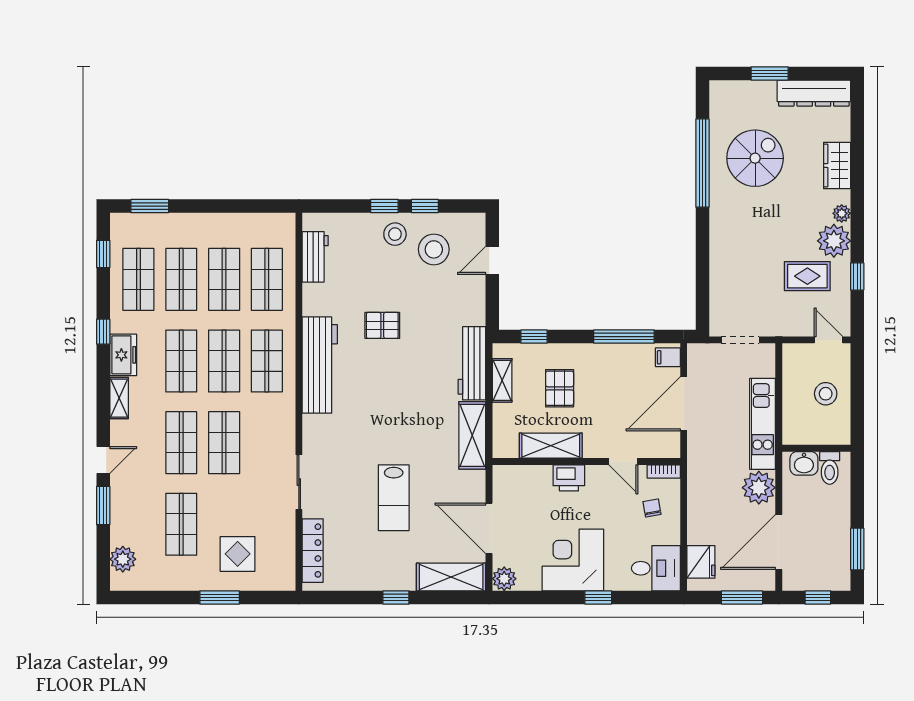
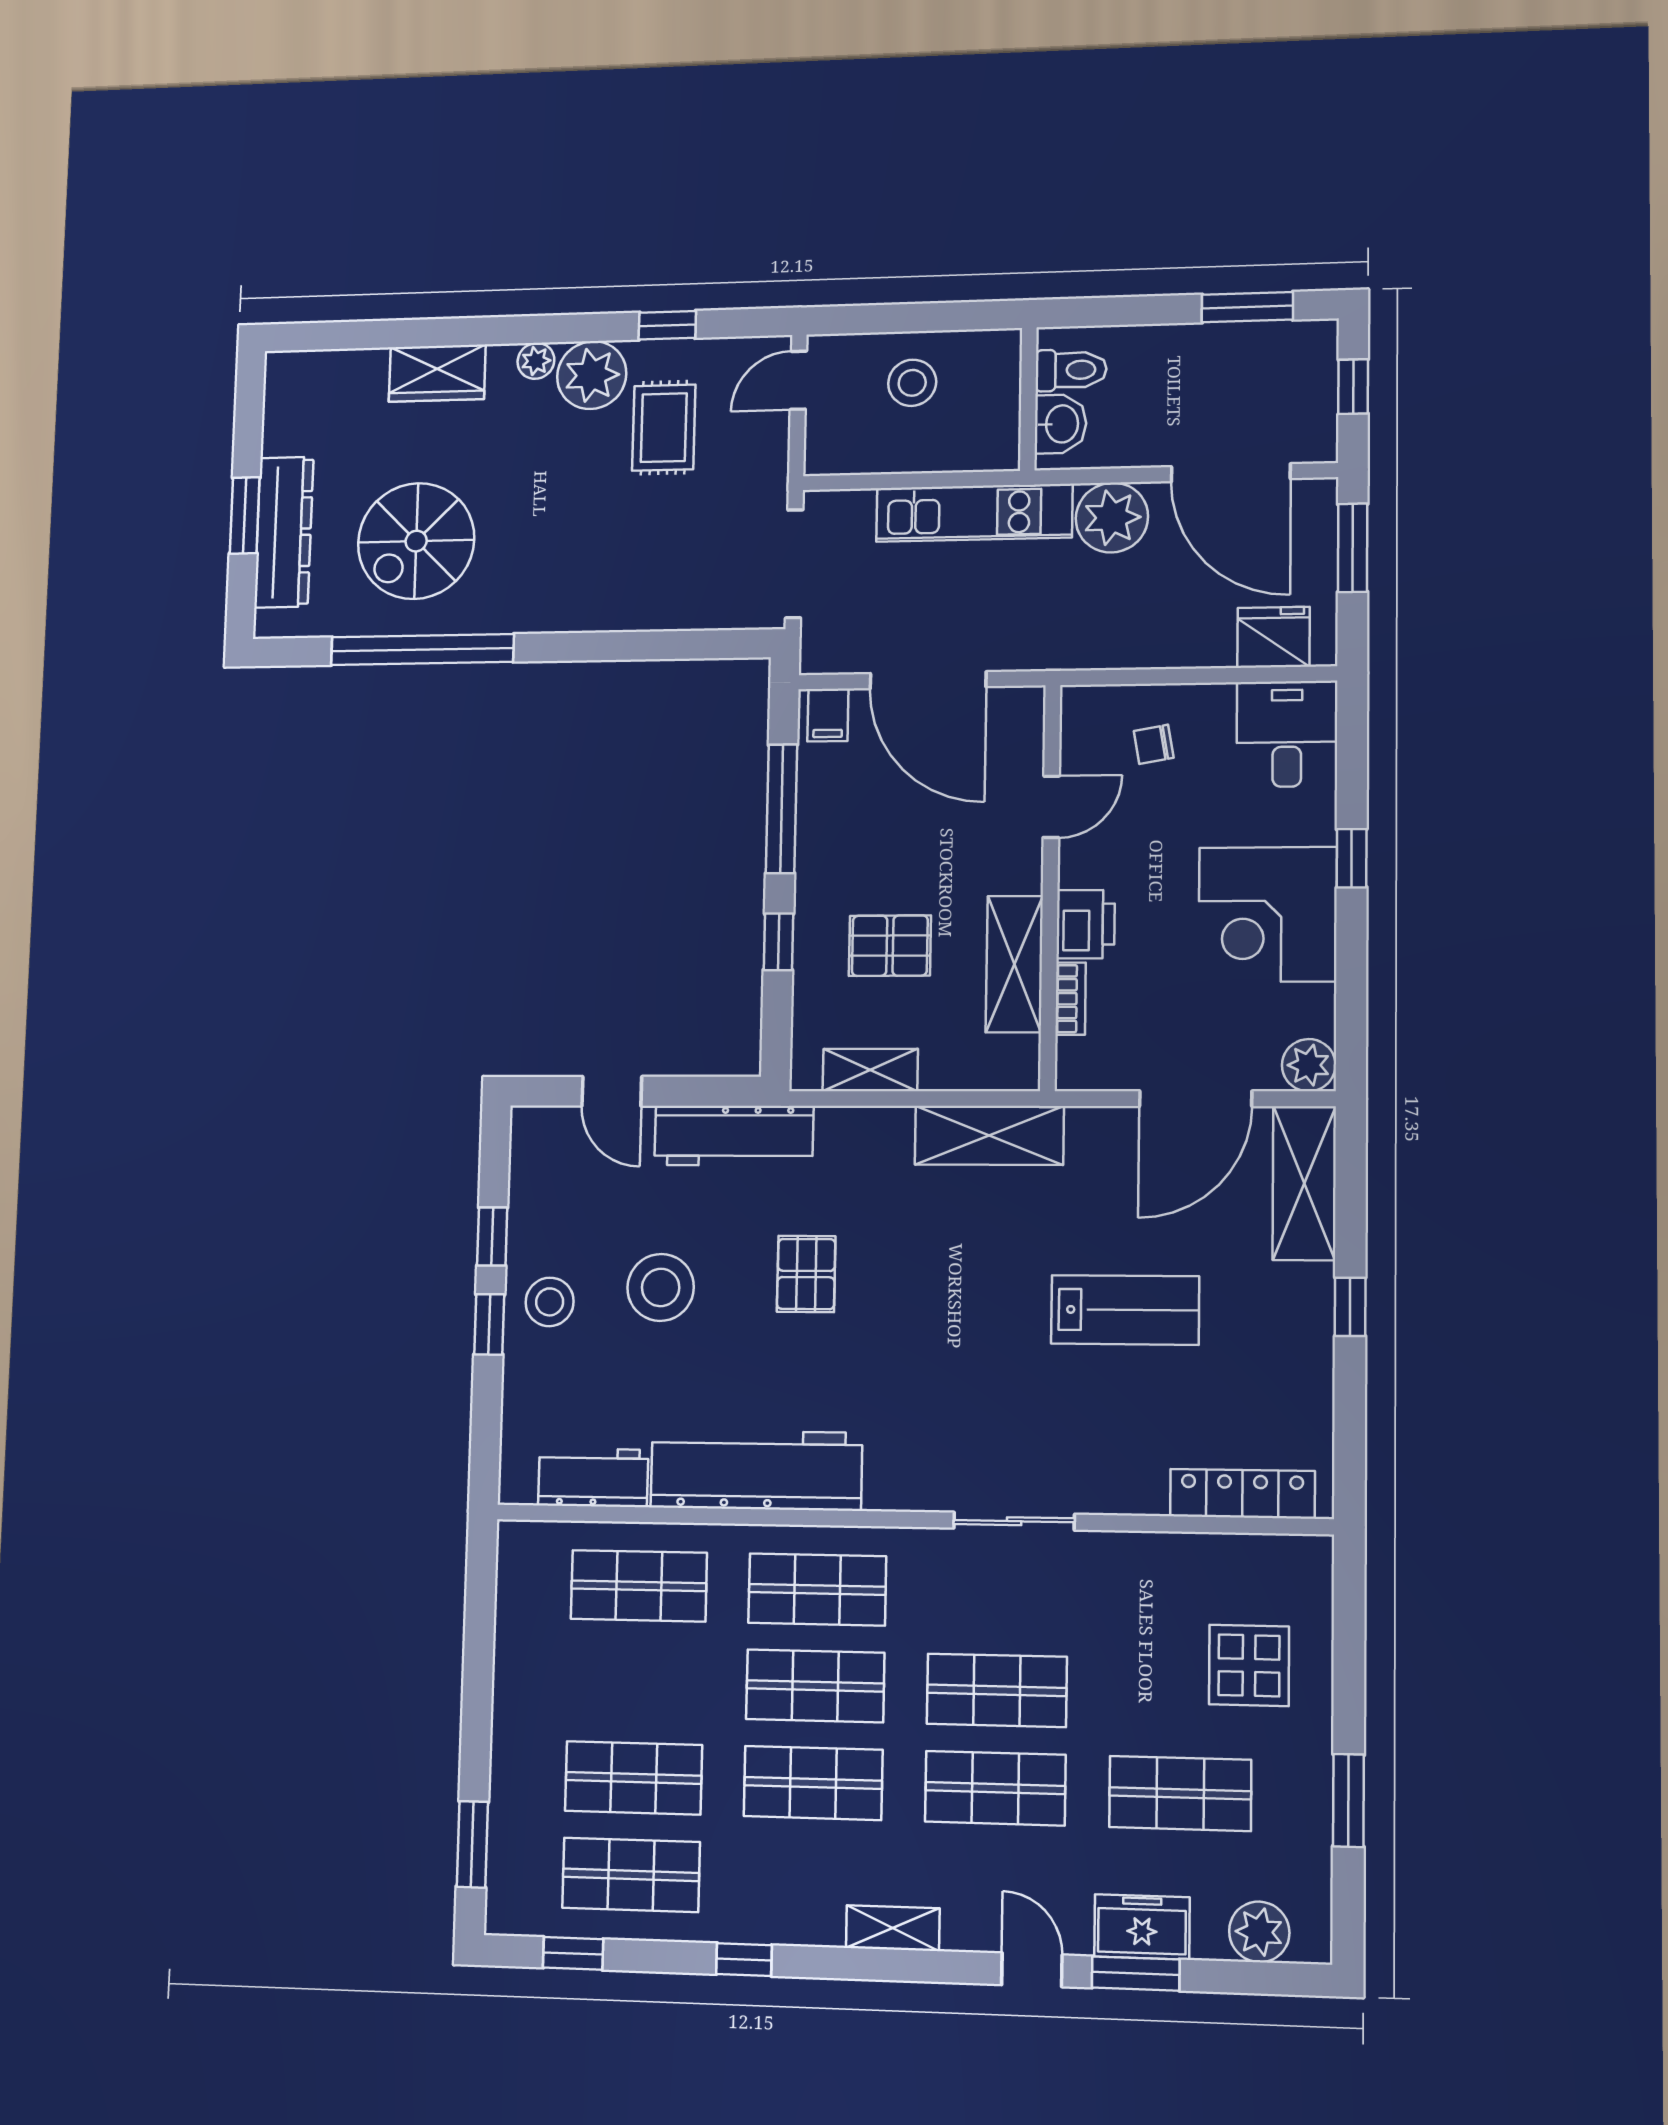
dresser: (814, 93) -> (284, 532), moved
spiral stairs: (755, 158) -> (416, 541), turned -90
stool: (434, 249) -> (661, 1287), moved
shop shelf: (224, 279) -> (636, 1682), removed
pallet: (382, 325) -> (806, 1274), moved
window: (534, 337) -> (778, 942), moved
doorway: (740, 340) -> (794, 564), width x1.38
freezer: (123, 355) -> (1142, 1927), moved
workbench: (472, 363) -> (734, 1135), moved
workbench: (320, 365) -> (756, 1470), moved
bookcase: (664, 471) -> (1071, 999), moved
sliding door: (299, 482) -> (1014, 1521), moved
window: (220, 597) -> (1348, 1800), moved

